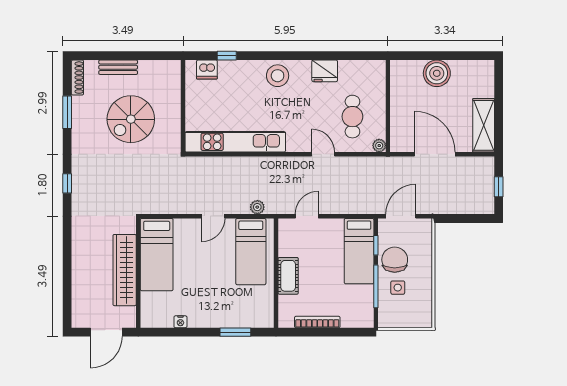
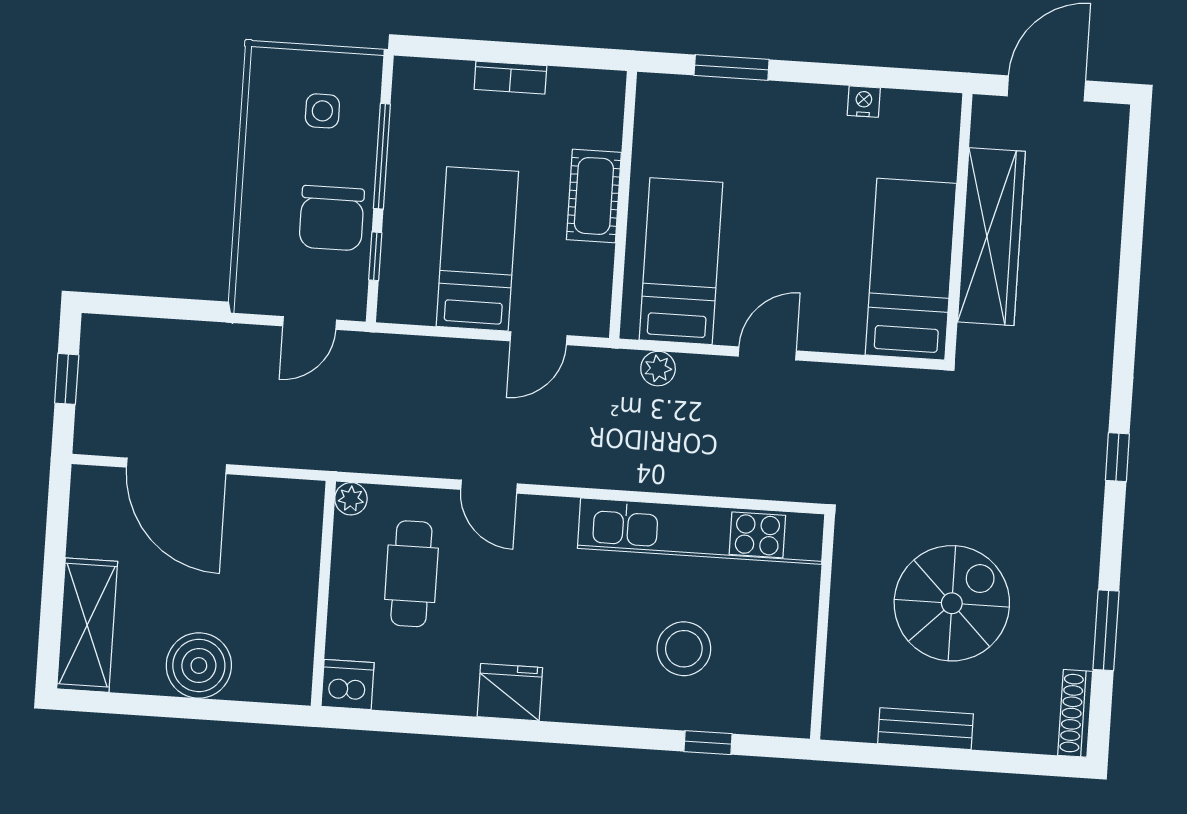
bench: (118, 67) -> (926, 729), moved
dishwasher: (207, 70) -> (348, 685), moved
fridge: (325, 71) -> (510, 692), moved
stool: (278, 76) -> (684, 649), moved
shelving: (484, 125) -> (87, 625), moved
door: (435, 154) -> (177, 466), moved
door: (401, 216) -> (310, 323), width x0.73
bed: (359, 251) -> (477, 249), moved
side table: (398, 288) -> (322, 111), moved
bookcase: (317, 322) -> (510, 78), width x0.64

